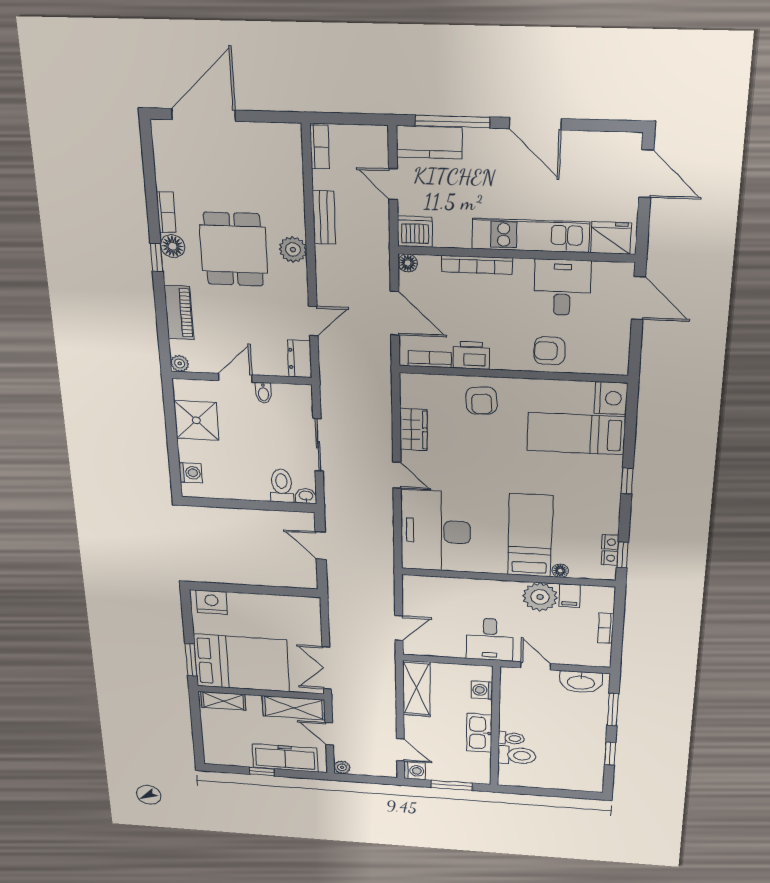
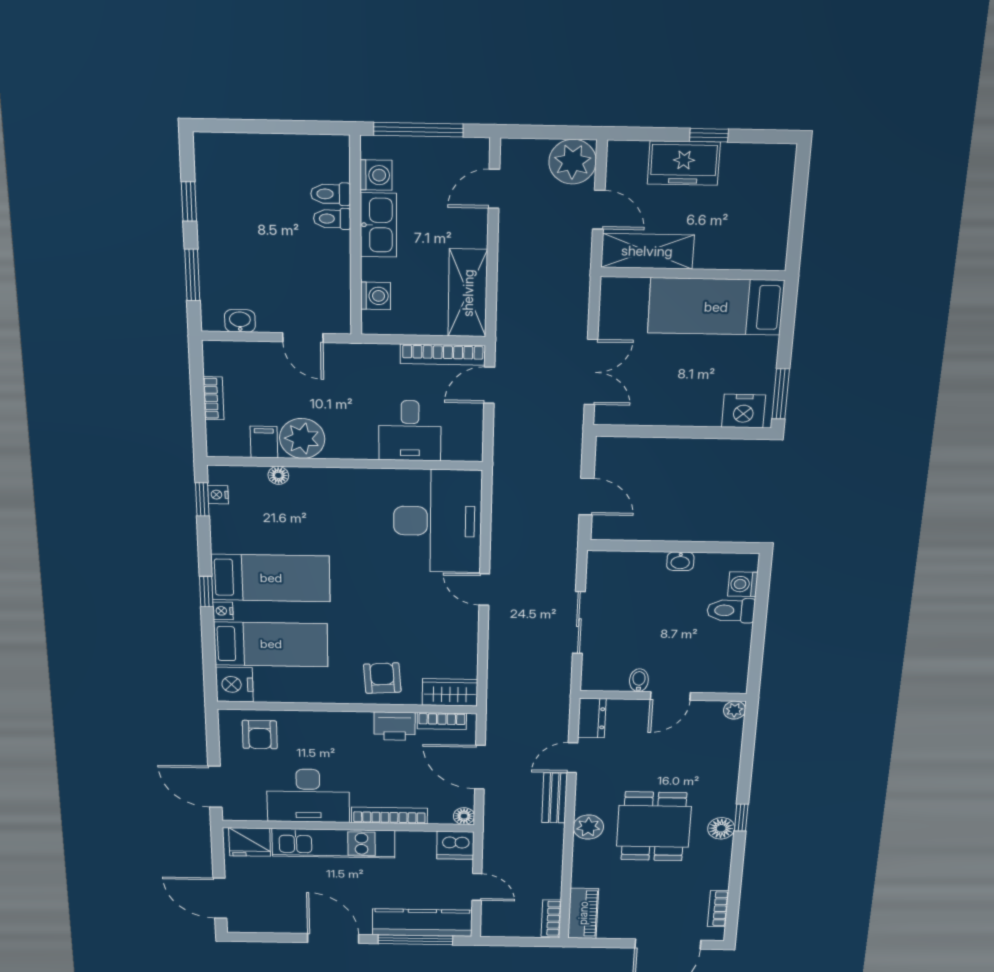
kitchen counter: (429, 142) -> (422, 923), width x1.50
bookcase: (166, 212) -> (718, 909), moved
bench: (324, 217) -> (554, 798), moved
desk: (562, 287) -> (308, 796), width x1.37
piano: (179, 313) -> (583, 913), moved, turned 180
armchair: (550, 351) -> (260, 735), moved, turned 90
shower: (196, 420) -> (725, 647), removed
wardrobe: (414, 429) -> (450, 692), moved, turned 90
toilet: (282, 486) -> (731, 610), moved, turned 90
washbasin: (306, 496) -> (680, 561), moved
bed: (530, 535) -> (271, 578), moved, turned -90
nightstand: (610, 542) -> (223, 611), moved
desk: (490, 639) -> (410, 431), moved, turned 180
bookcase: (433, 650) -> (443, 355), added
window: (191, 660) -> (781, 394), moved
bed: (242, 663) -> (716, 307), width x0.67
double door: (327, 668) -> (591, 372), moved
washbasin: (581, 682) -> (240, 321), width x0.52, depth x0.69
shelving: (223, 701) -> (750, 257), removed
door: (400, 750) -> (494, 189), hinge flipped
toilet: (517, 755) -> (331, 194), width x0.73, depth x0.72
freezer: (285, 758) -> (684, 163), width x0.71
plant: (342, 767) -> (573, 162), width x1.88, depth x1.88
washing machine: (415, 771) -> (376, 175), moved, turned 180
window: (452, 785) -> (418, 130), width x1.44

